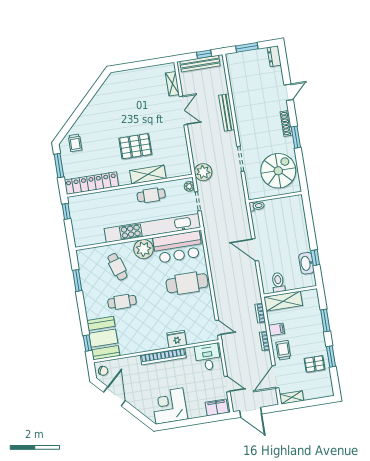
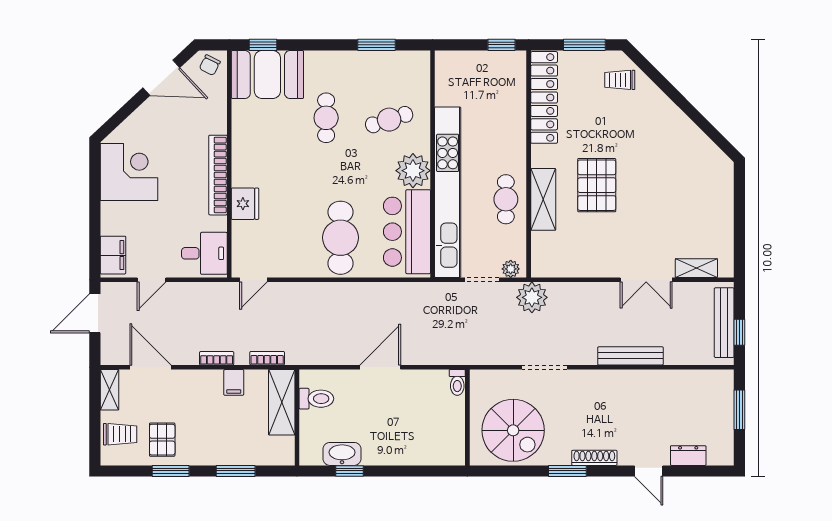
dresser: (274, 56) -> (688, 456), moved
trolley: (283, 350) -> (120, 434), moved

